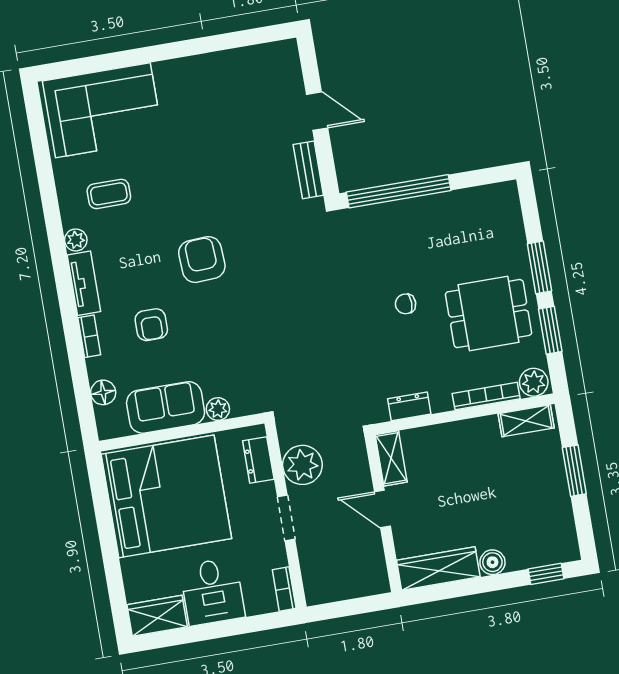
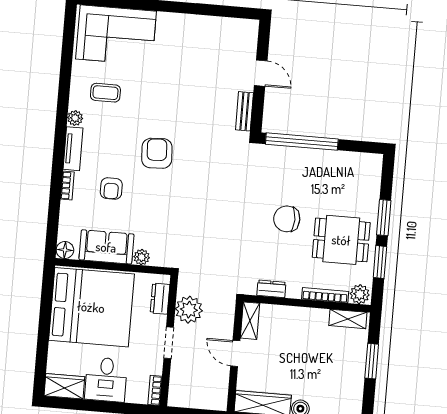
chair: (406, 304) -> (287, 219), width x1.87, depth x1.87
floor lamp: (103, 392) -> (65, 250), moved

